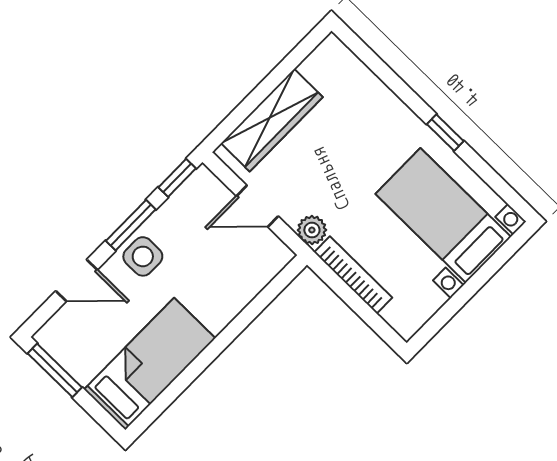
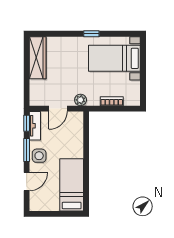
wardrobe: (272, 120) -> (38, 58), moved
tv unit: (187, 197) -> (35, 126), added
bookcase: (353, 275) -> (112, 101), width x0.64
window: (55, 370) -> (46, 214), removed

